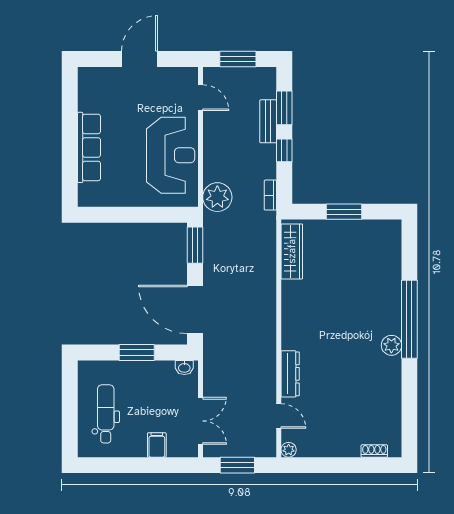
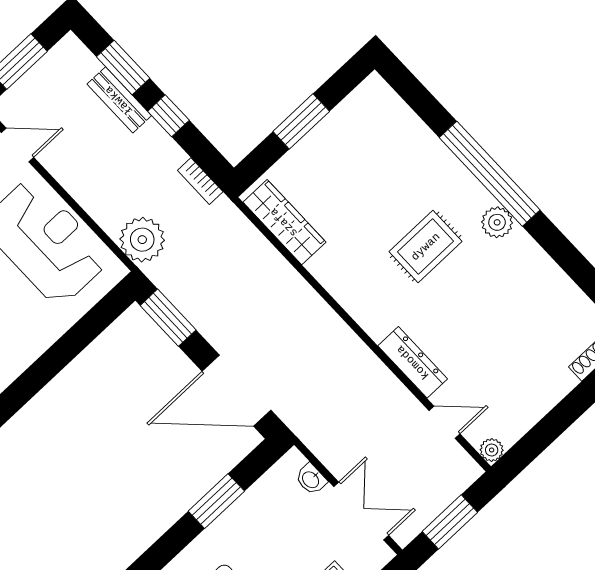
rug: (347, 325) -> (426, 247), added
washbasin: (184, 368) -> (311, 479), moved, turned 90

